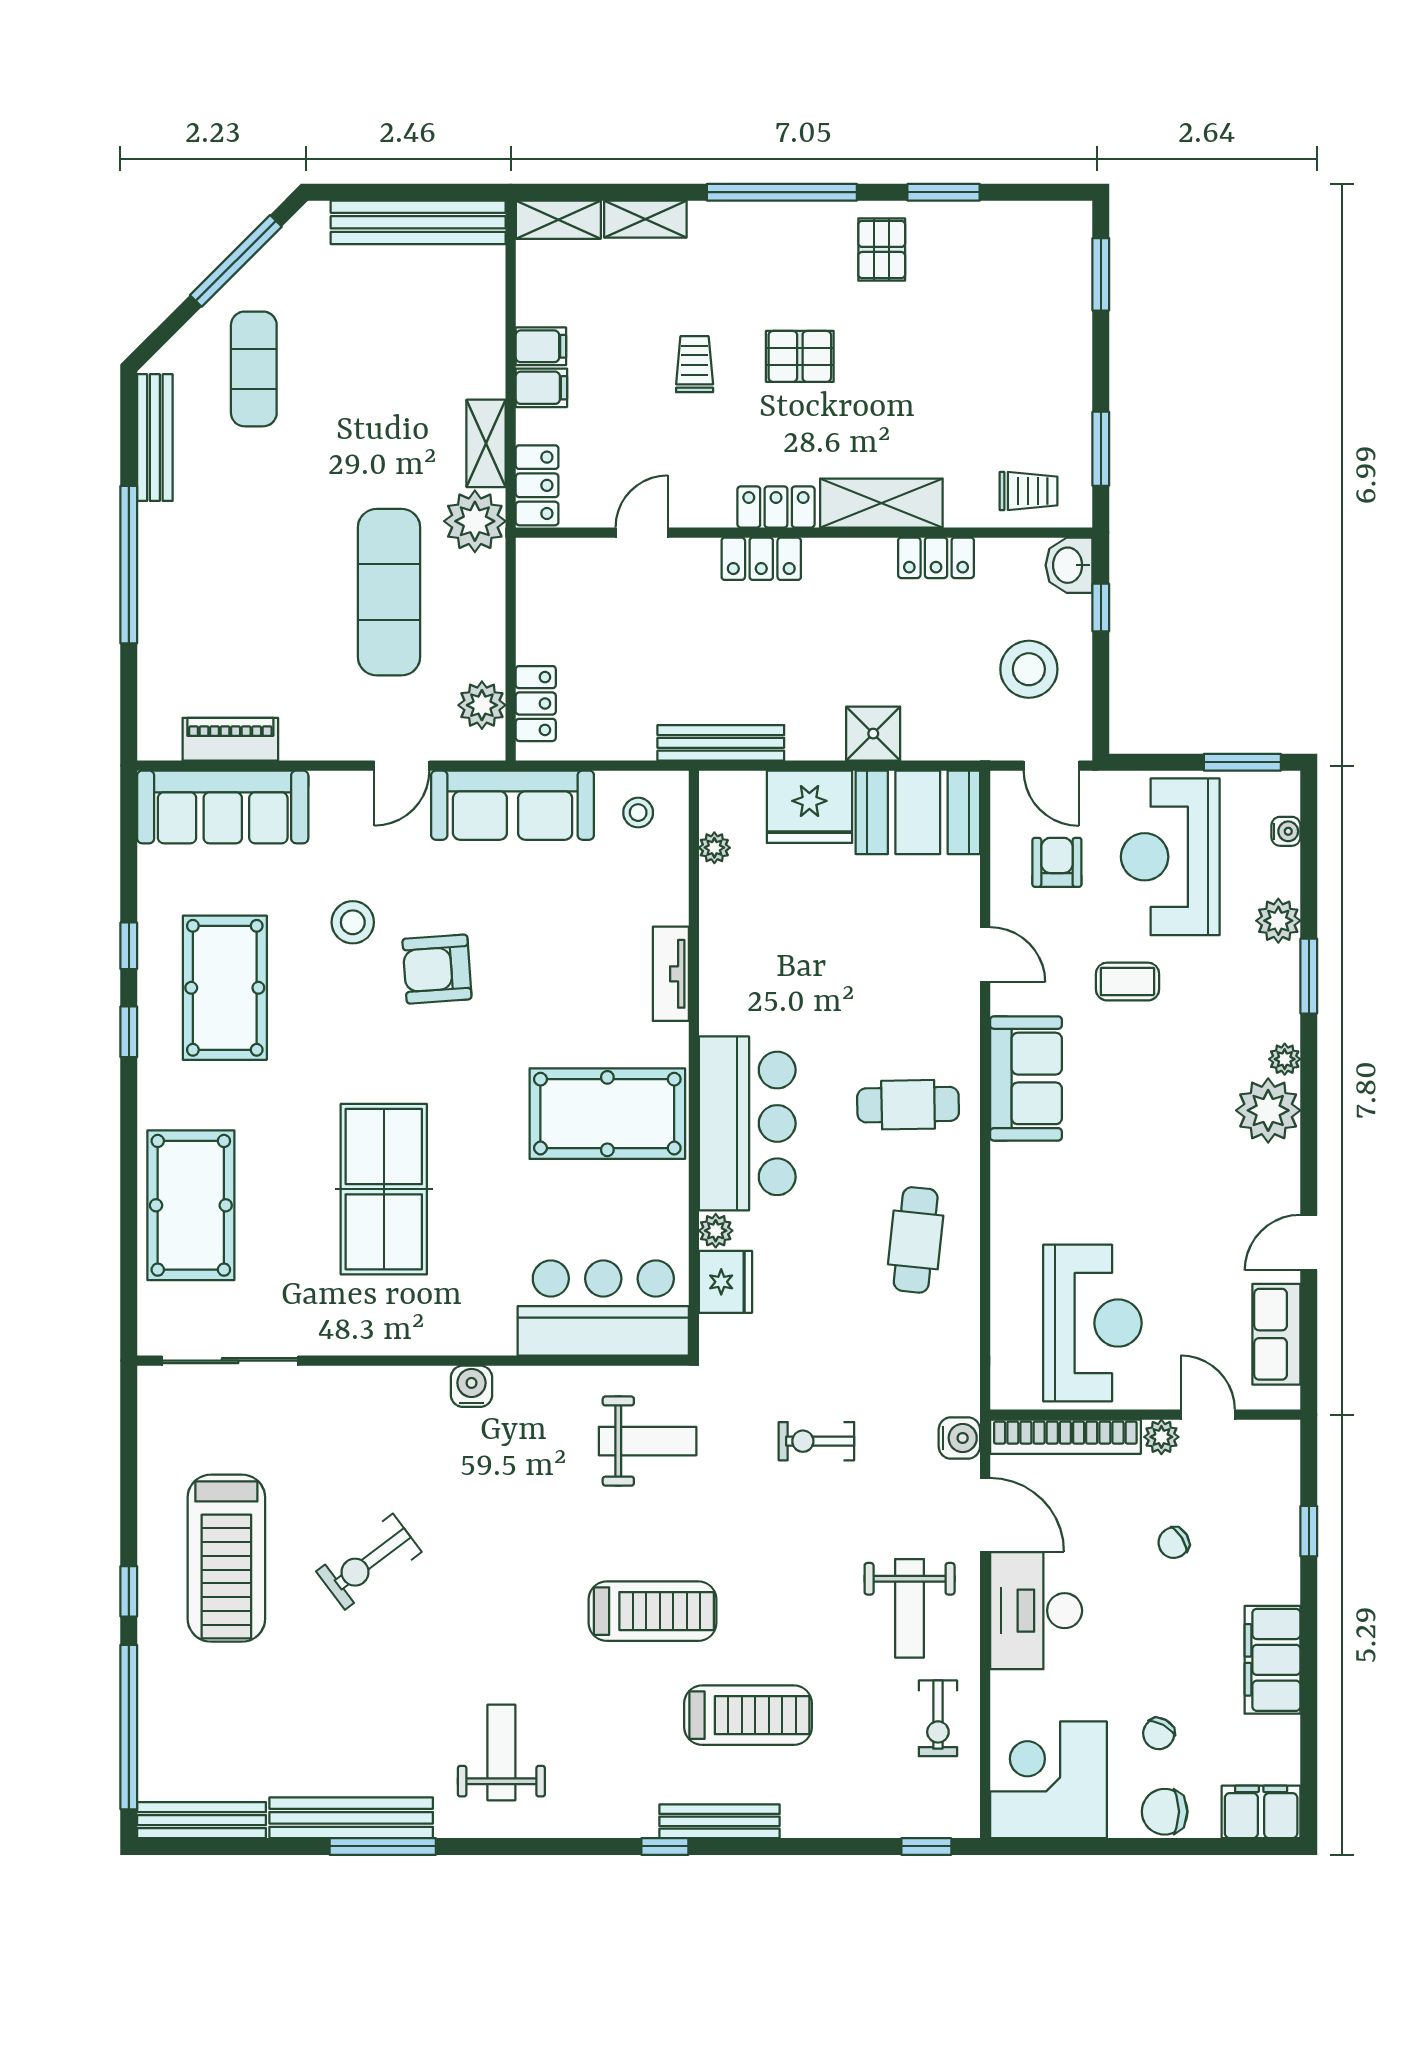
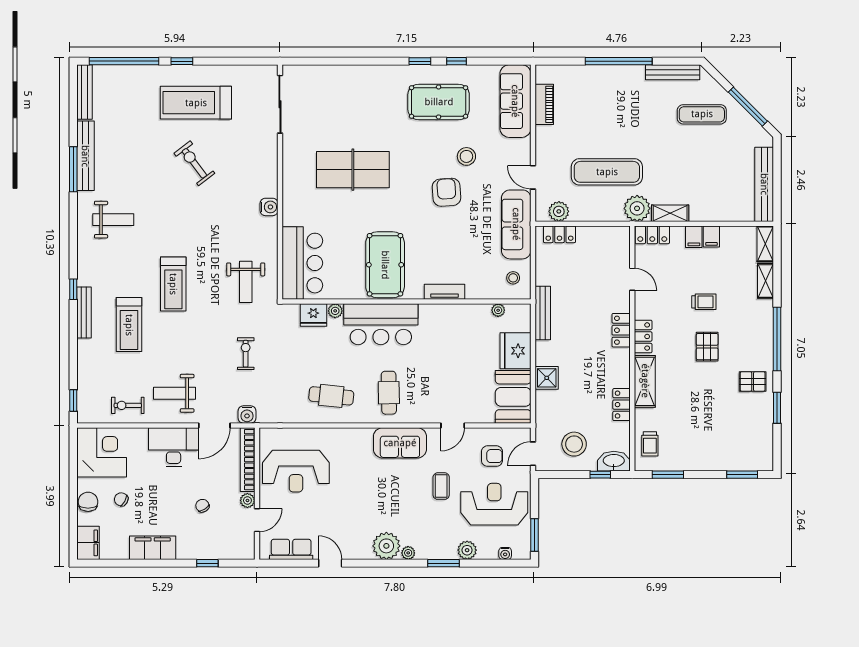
washbasin: (1069, 565) -> (614, 461), width x1.38
pool table: (191, 1205) -> (346, 88), removed

